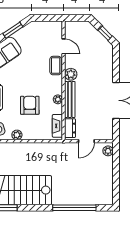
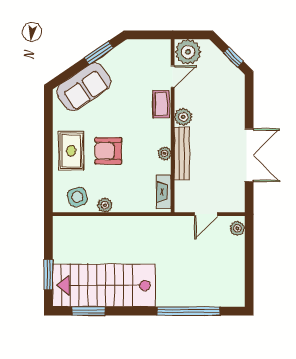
plant: (74, 30) -> (188, 52), added
door: (64, 46) -> (173, 76), hinge flipped
armchair: (30, 105) -> (108, 151), moved, turned -90
dresser: (70, 128) -> (182, 195), removed

